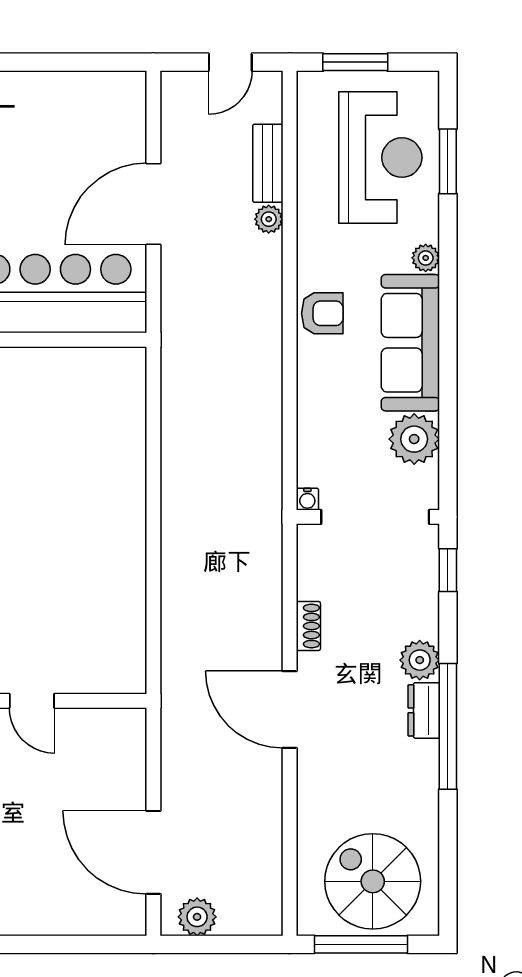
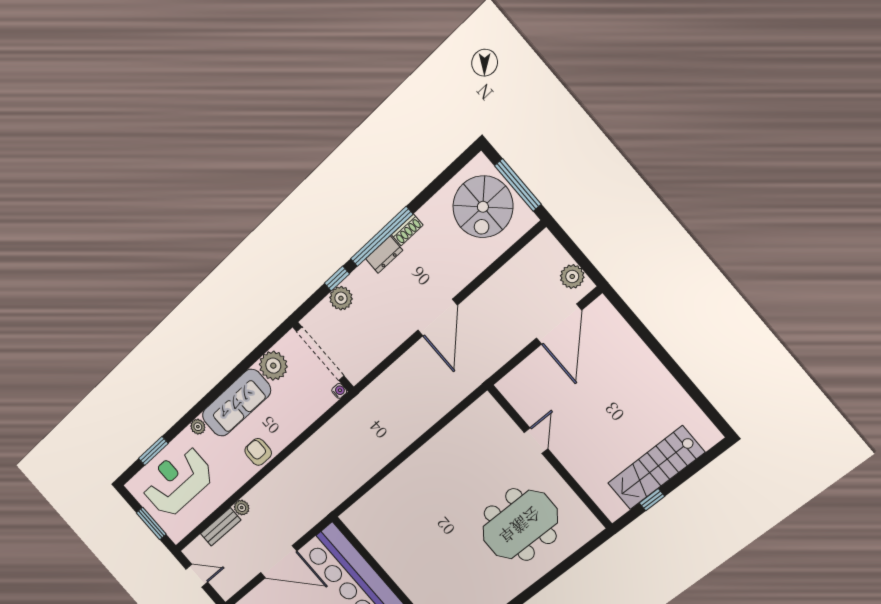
window: (448, 570) -> (337, 279), moved
shoe rack: (308, 626) -> (407, 230), moved, turned 180
plant: (420, 660) -> (341, 298), moved

